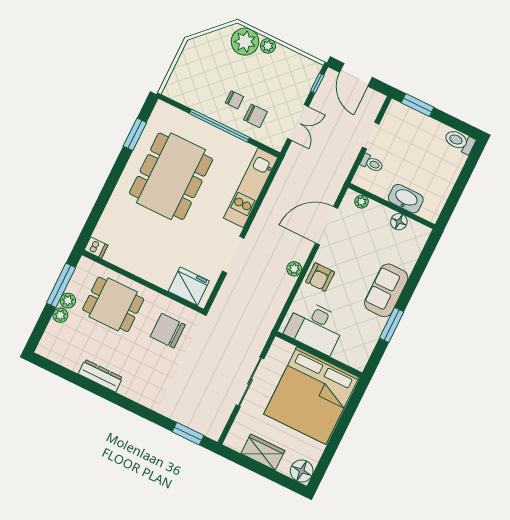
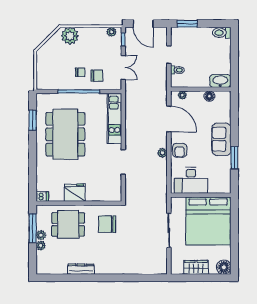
plant: (268, 46) -> (111, 32), moved
washbasin: (406, 199) -> (220, 81), moved
door: (326, 226) -> (169, 119), swing flipped
fridge: (189, 286) -> (75, 193), moved
window: (188, 434) -> (148, 278), removed

